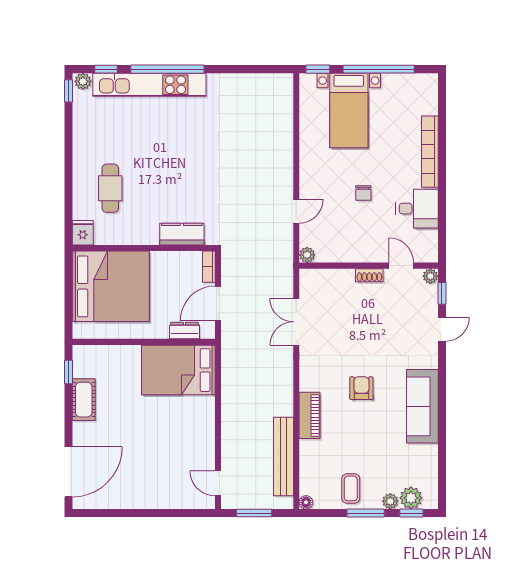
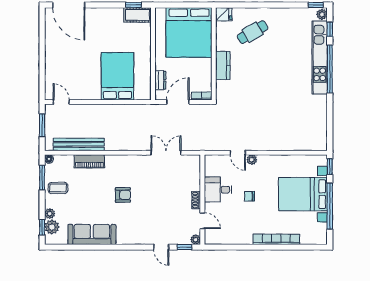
bed with nightstands: (349, 110) -> (303, 194), width x1.36
cafe table: (110, 188) -> (253, 32), turned -30
desk: (417, 209) -> (218, 190), moved, turned 90
kitchen counter: (182, 234) -> (223, 65), moved
plant: (307, 255) -> (252, 160), moved
door: (401, 266) -> (202, 221), hinge flipped
door: (218, 303) -> (178, 102), hinge flipped
bed: (178, 370) -> (117, 76), moved
cot: (84, 400) -> (138, 15), moved
sofa: (422, 406) -> (92, 234), moved
piano: (310, 415) -> (89, 161), moved
door: (218, 483) -> (61, 102), hinge flipped
window: (366, 513) -> (42, 178), moved

